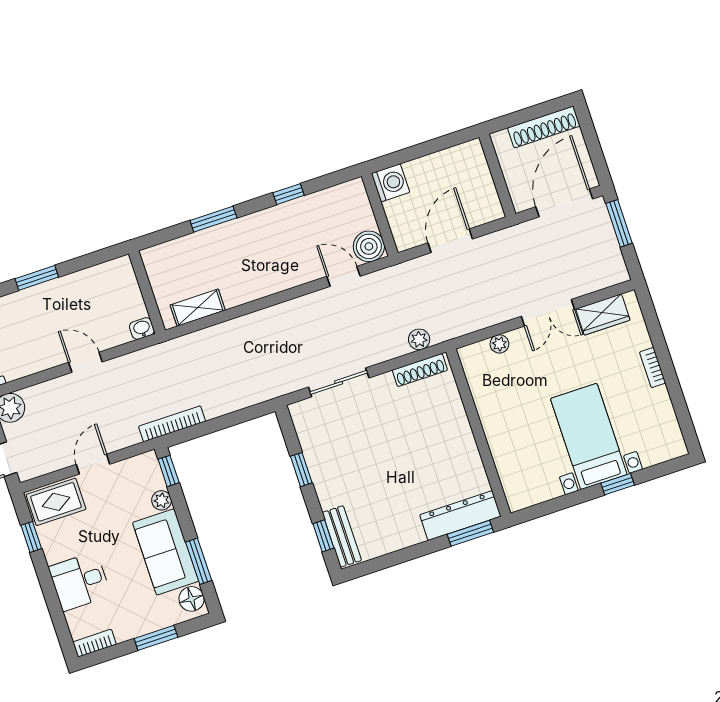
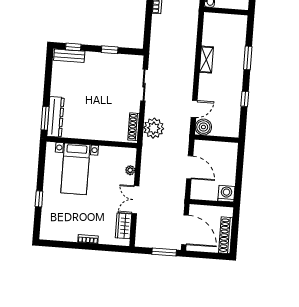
washing machine: (391, 183) -> (226, 194), moved, turned 180
shelving: (198, 308) -> (206, 60), moved
plant: (419, 339) -> (154, 128), width x1.88, depth x1.88
bed with nightstands: (589, 436) -> (75, 169), moved, turned 90

